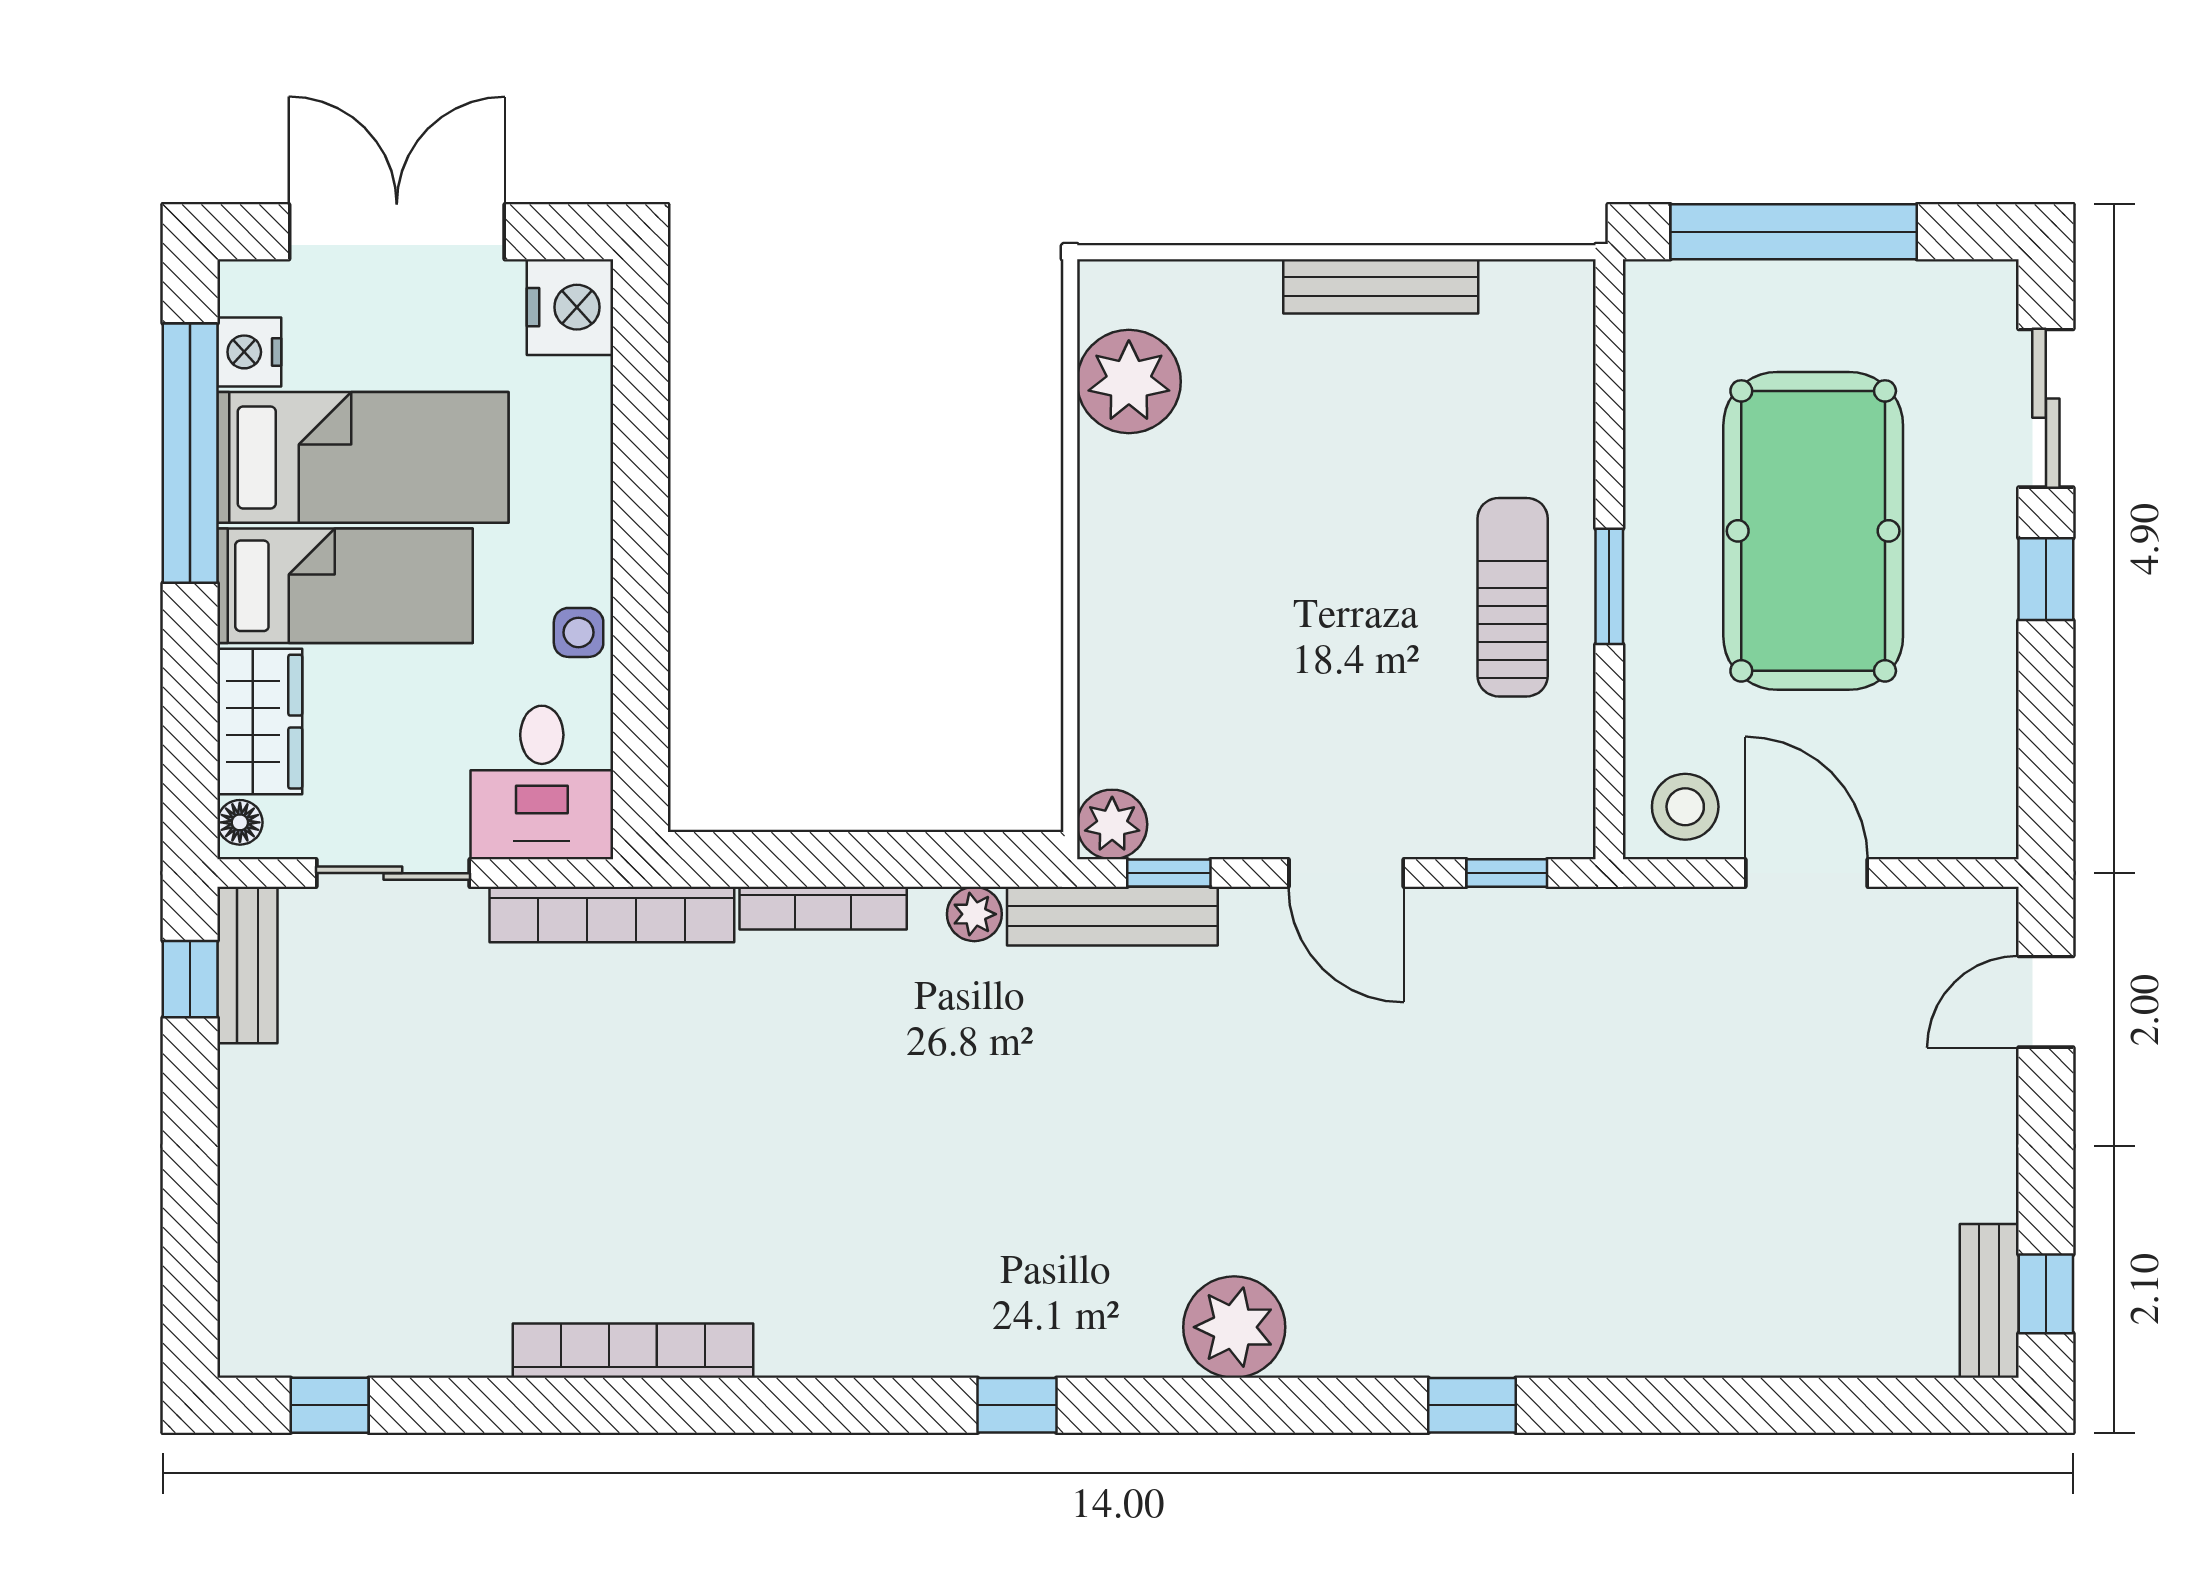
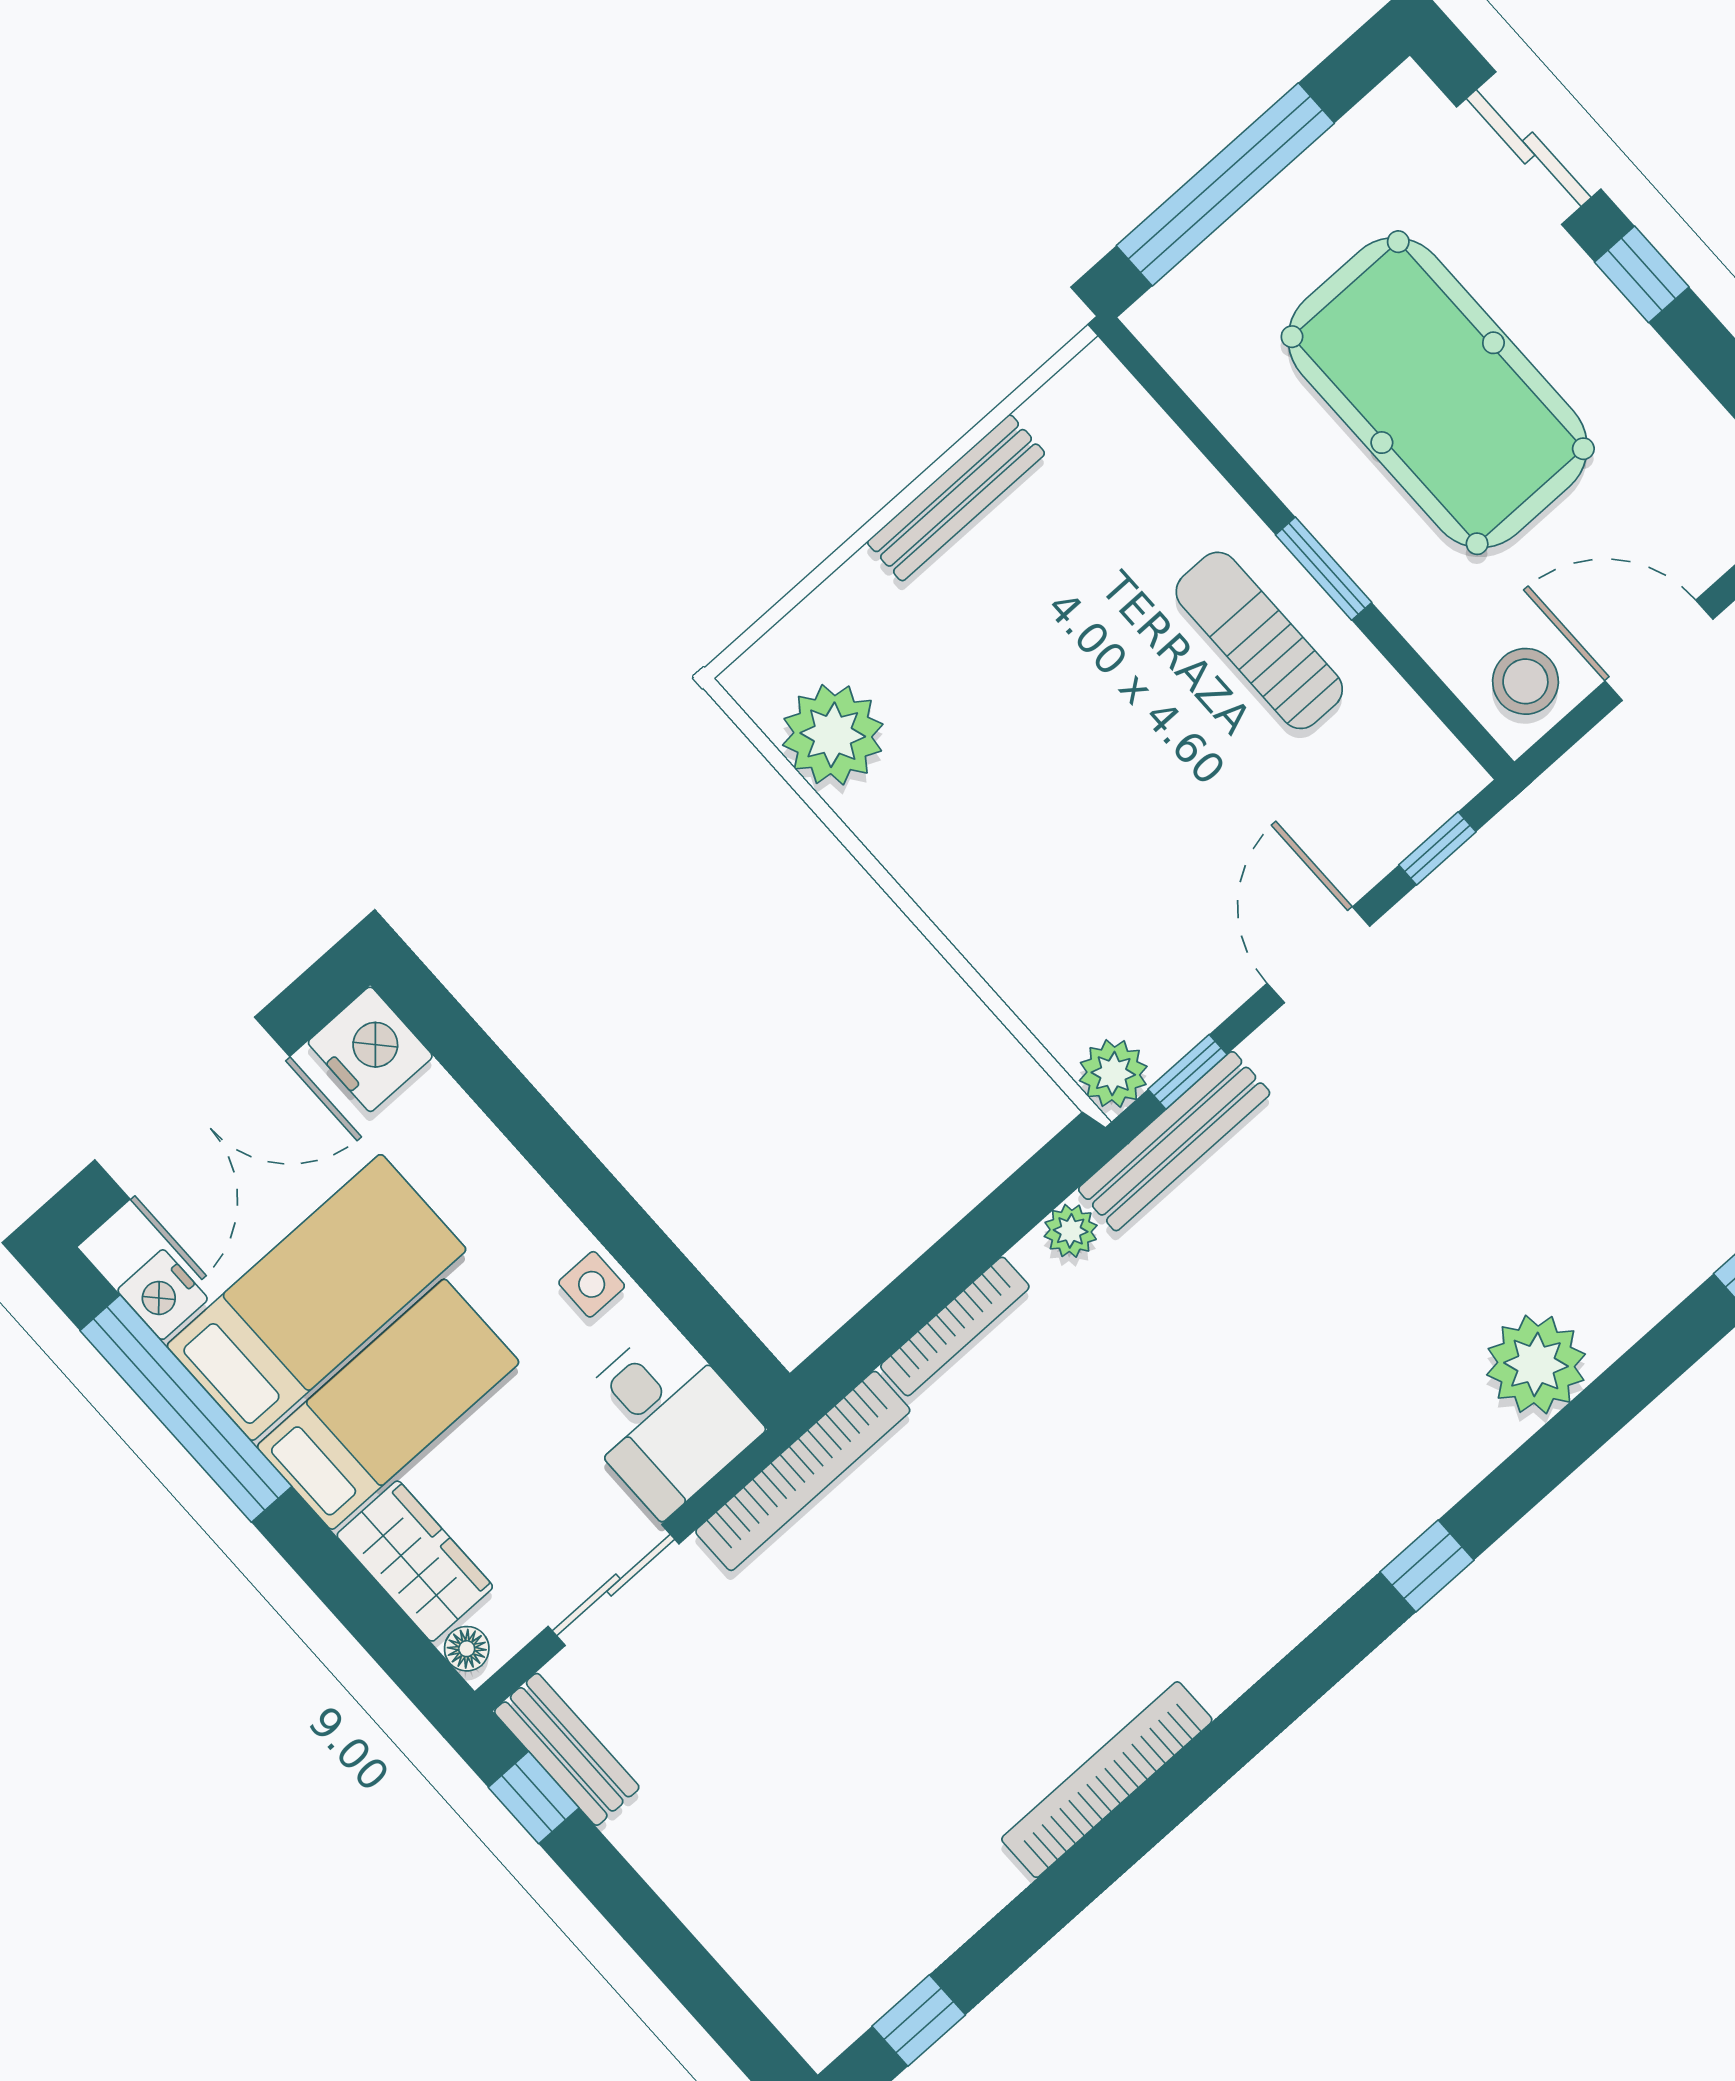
double door: (397, 232) -> (192, 1108), swing flipped
door: (1346, 873) -> (1318, 955), swing flipped

